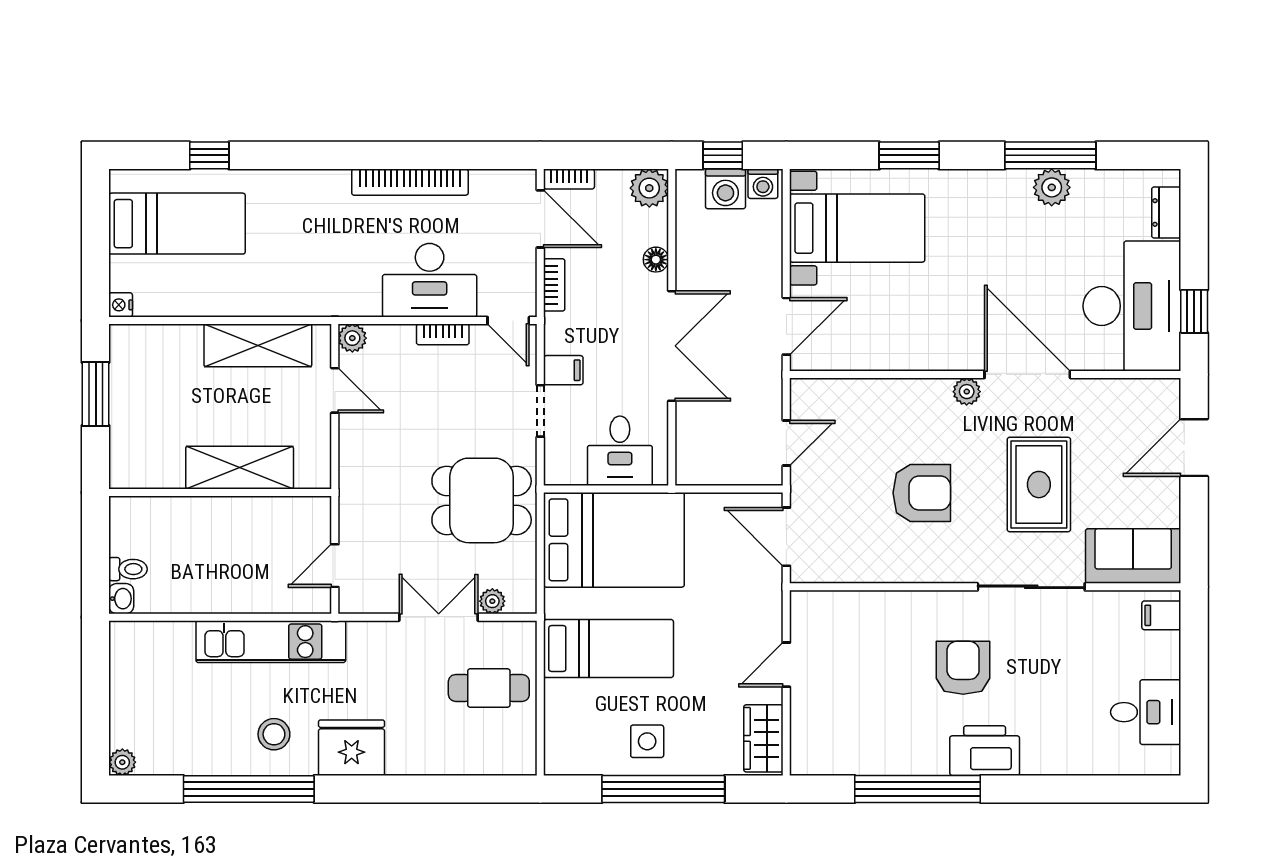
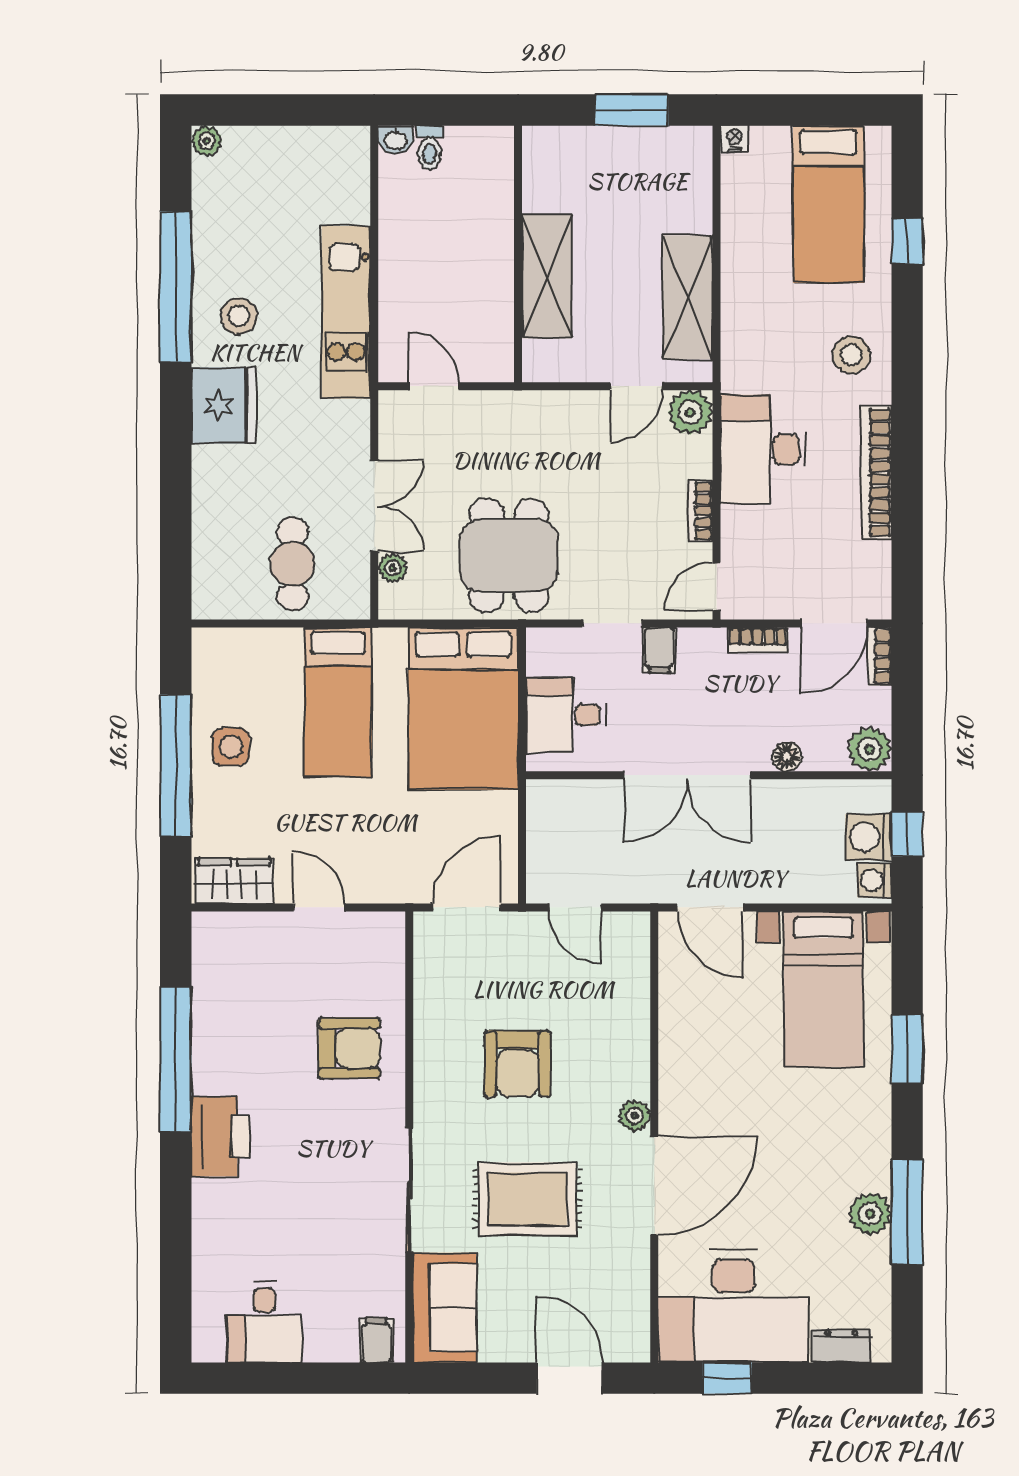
stool: (307, 204) -> (851, 355), added
desk: (430, 280) -> (763, 449), moved
plant: (352, 338) -> (690, 412), width x1.38, depth x1.38
armchair: (963, 668) -> (349, 1048), moved

